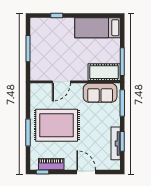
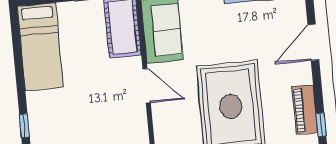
door: (61, 82) -> (147, 86), moved

